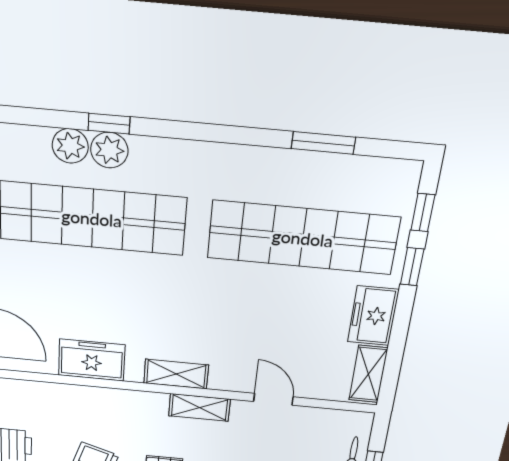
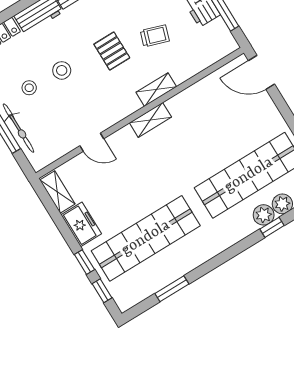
freezer: (92, 360) -> (198, 96), removed
shelving: (199, 408) -> (156, 90), moved

